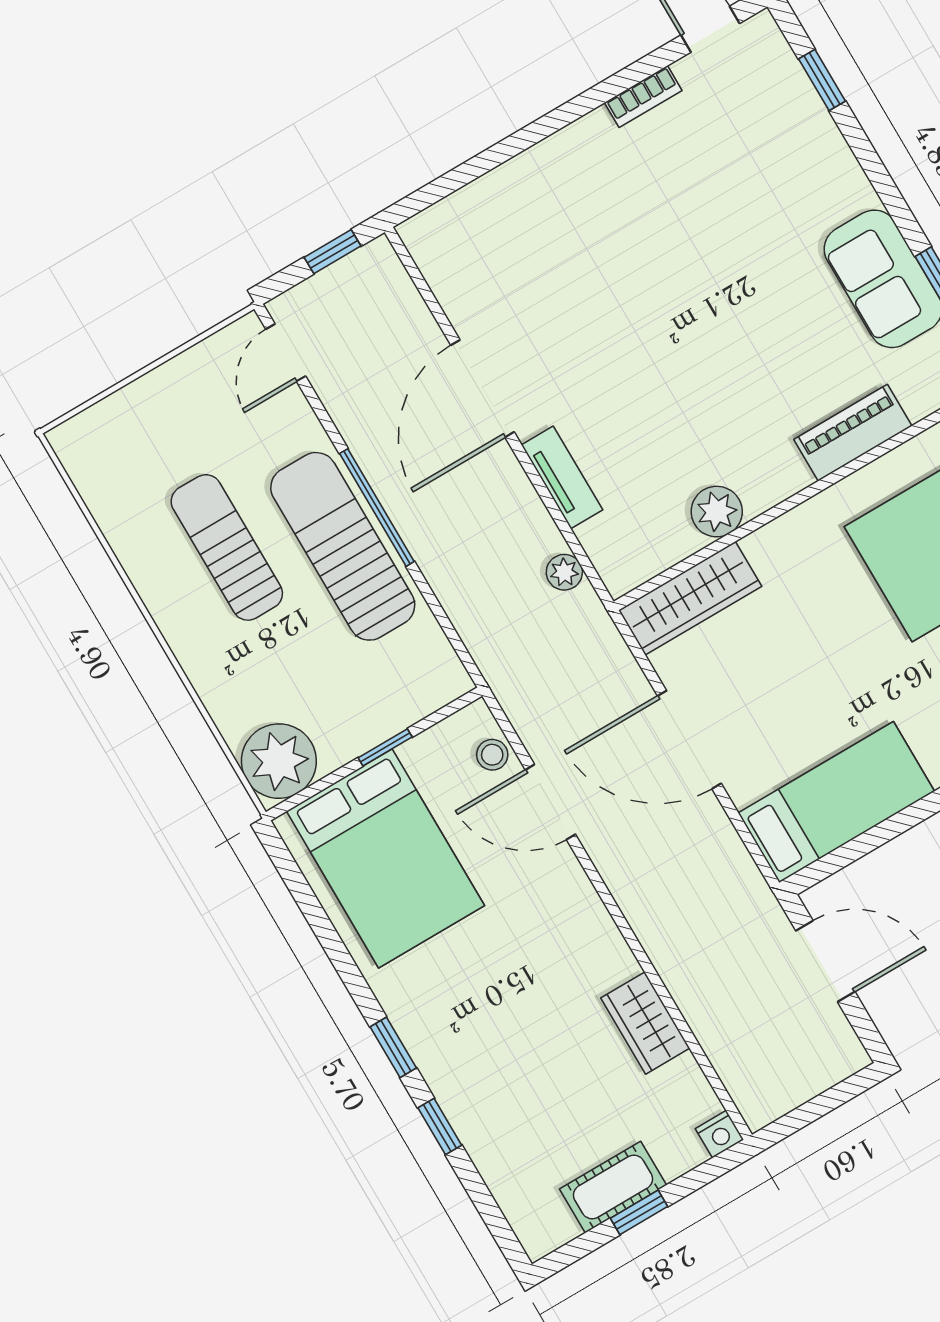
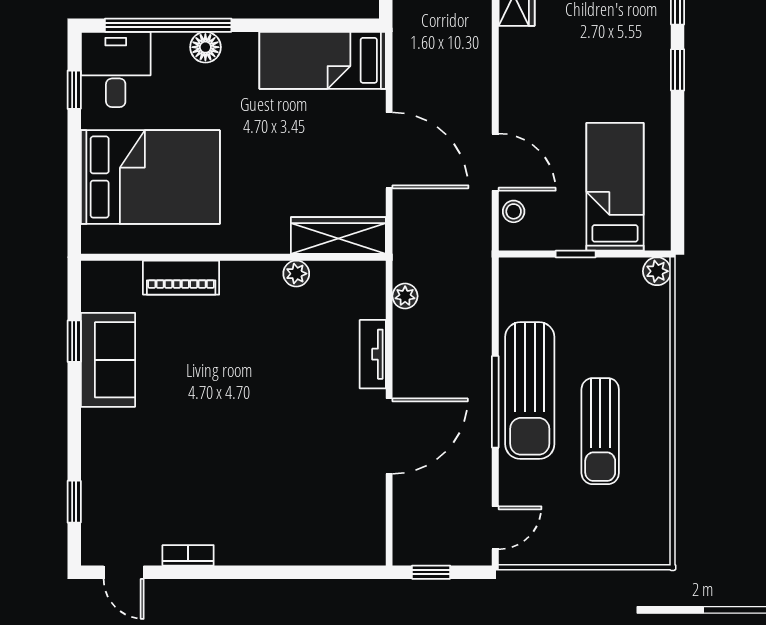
plant: (717, 512) -> (296, 274), width x0.73, depth x0.73
plant: (279, 761) -> (657, 271), width x0.53, depth x0.53
bed: (385, 858) -> (615, 187), width x0.67

